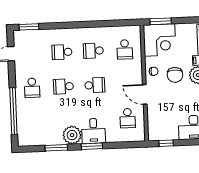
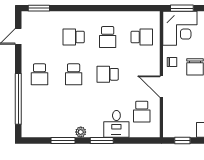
school desk: (125, 49) -> (142, 37), turned -90
school desk: (93, 51) -> (108, 37), turned -90
school desk: (95, 85) -> (108, 74), turned 180
school desk: (63, 86) -> (74, 74), turned -90
desk: (93, 131) -> (116, 124), moved
plant: (72, 135) -> (81, 132), width x0.53, depth x0.53

